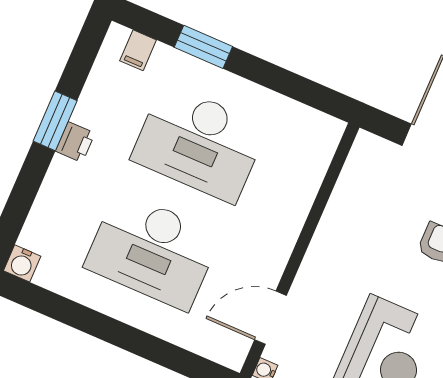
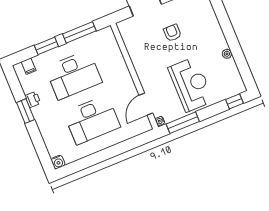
window: (283, 81) -> (79, 32), added
printer: (75, 142) -> (33, 99), moved

